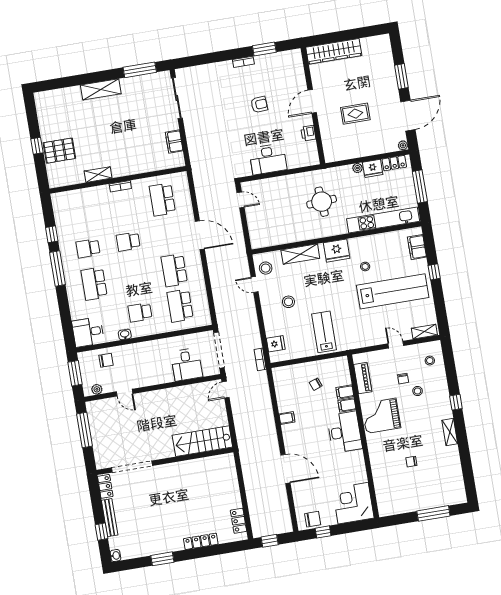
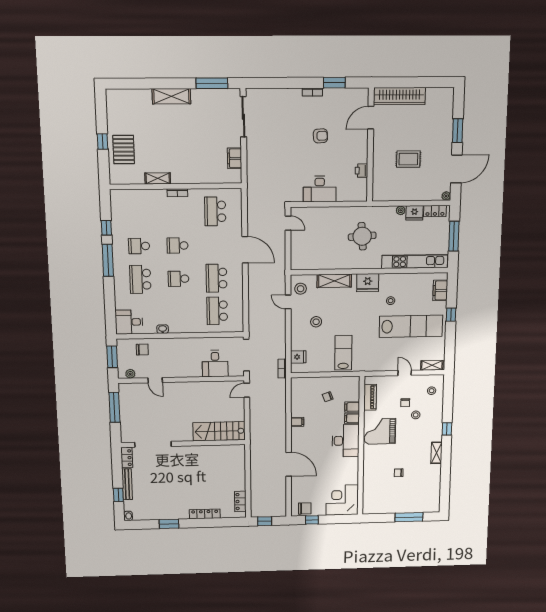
door: (312, 101) -> (371, 118), moved
pallet: (59, 151) -> (124, 150), turned 90
school desk: (140, 312) -> (178, 279), moved

